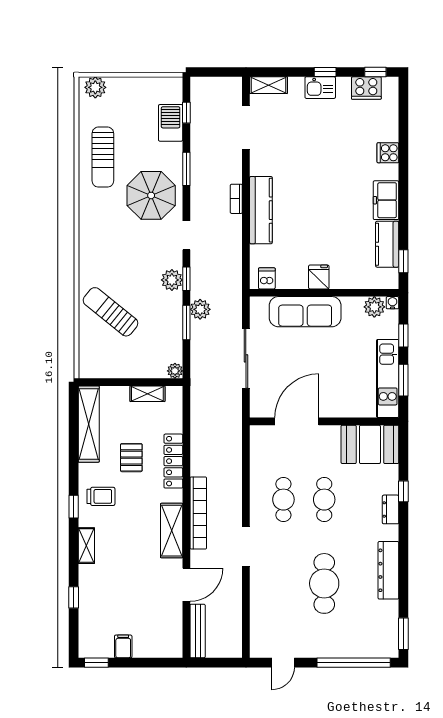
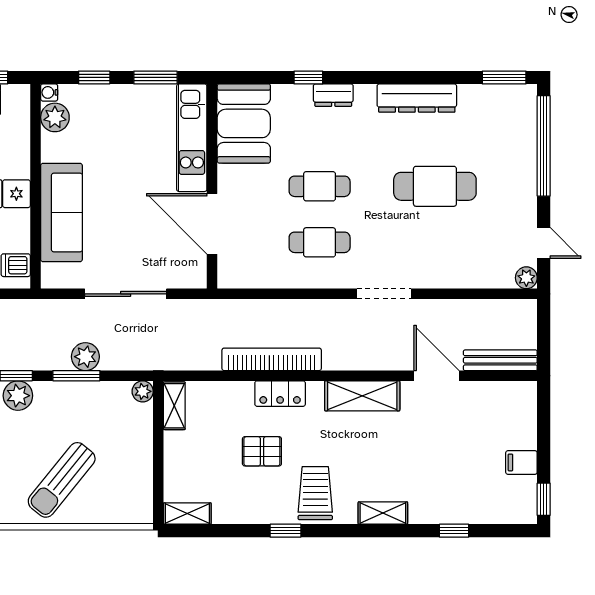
plant: (200, 309) -> (85, 357), moved
kitchen unit: (388, 378) -> (192, 138), moved, turned 90
shelving: (147, 394) -> (174, 406), moved
shelving: (89, 424) -> (187, 513), width x0.45, depth x0.75
locker: (173, 461) -> (280, 394), width x0.66
trolley: (101, 496) -> (315, 493), width x1.36, depth x1.39
window: (74, 507) -> (285, 531), moved
bookcase: (198, 513) -> (272, 359), moved
plant: (258, 650) -> (526, 278), added

